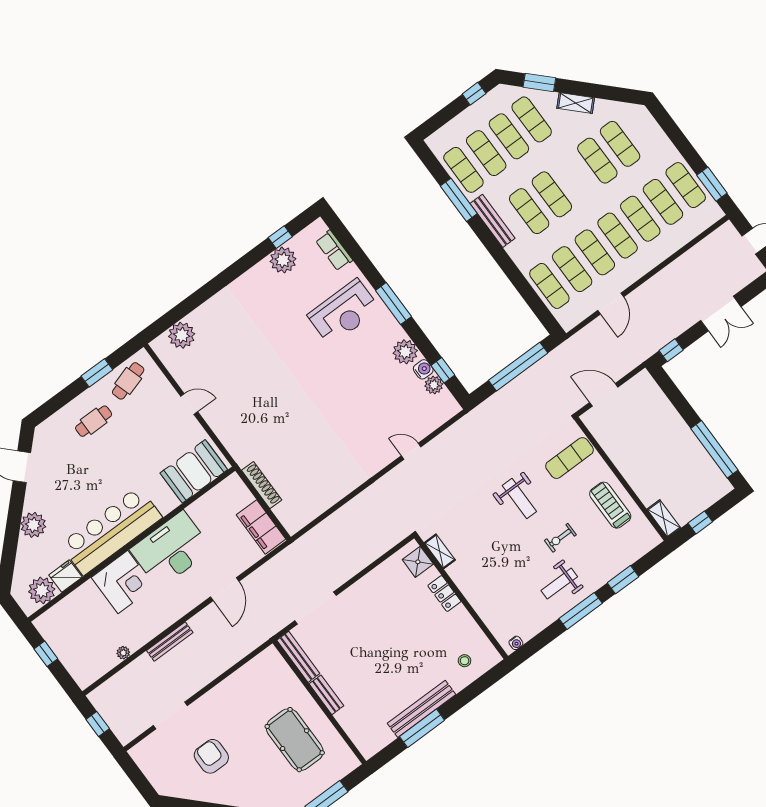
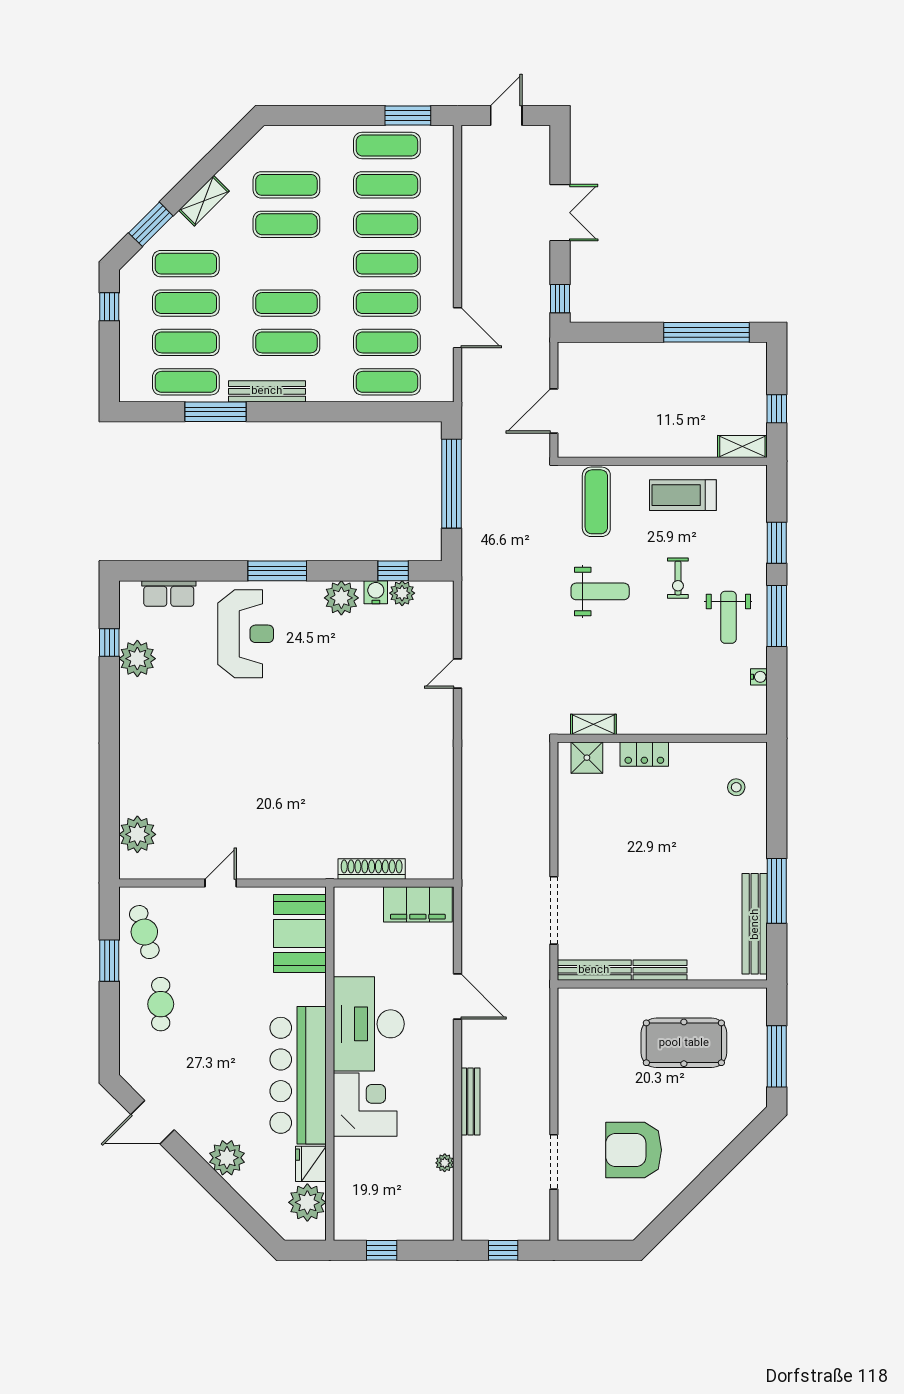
water cooler: (516, 643) -> (759, 677), moved
bench: (422, 709) -> (755, 924), moved
armchair: (211, 756) -> (634, 1150), width x1.36, depth x1.36

